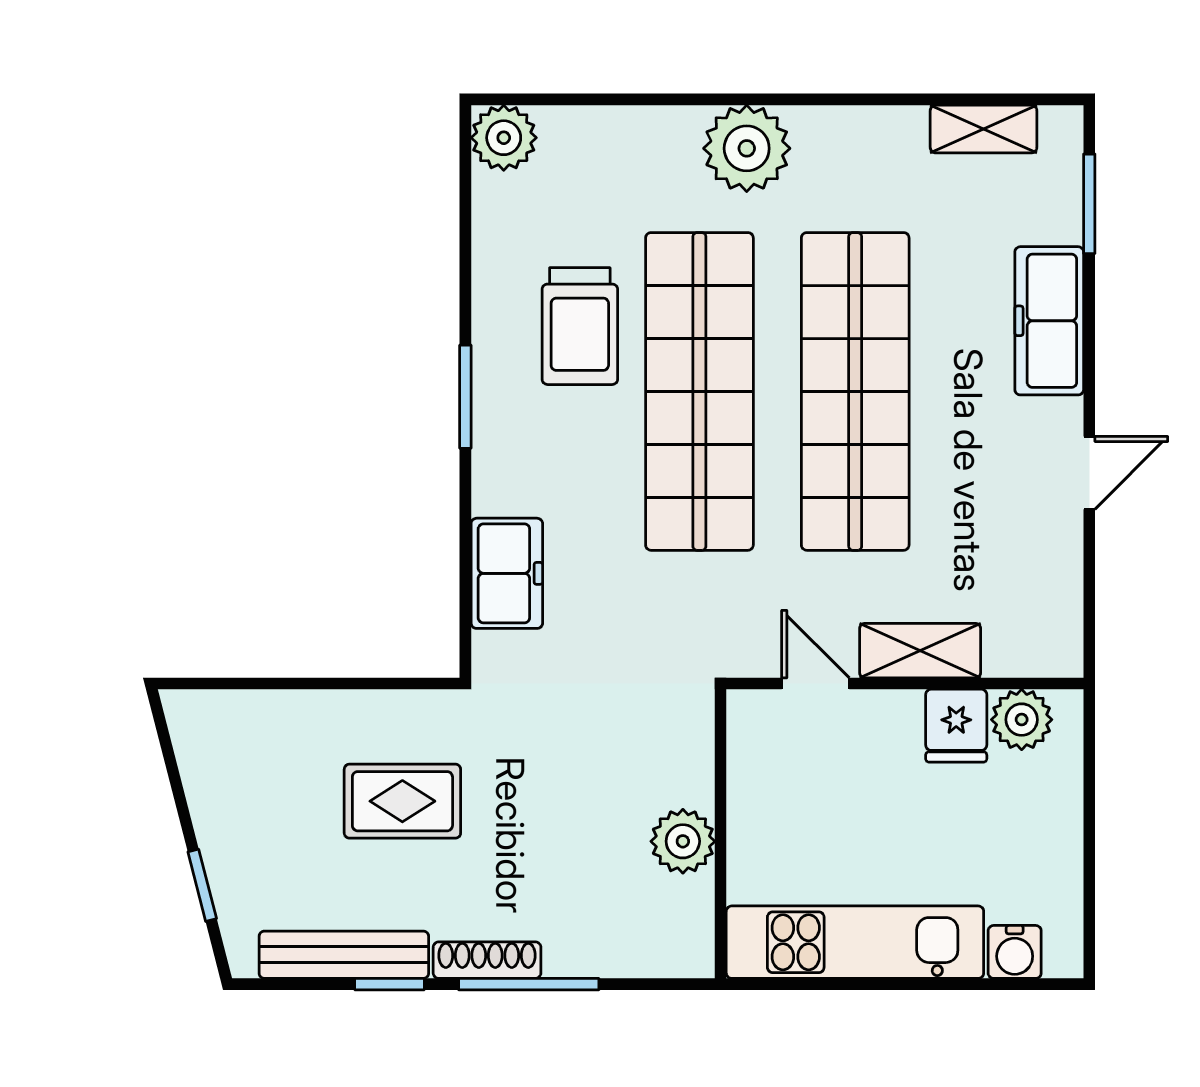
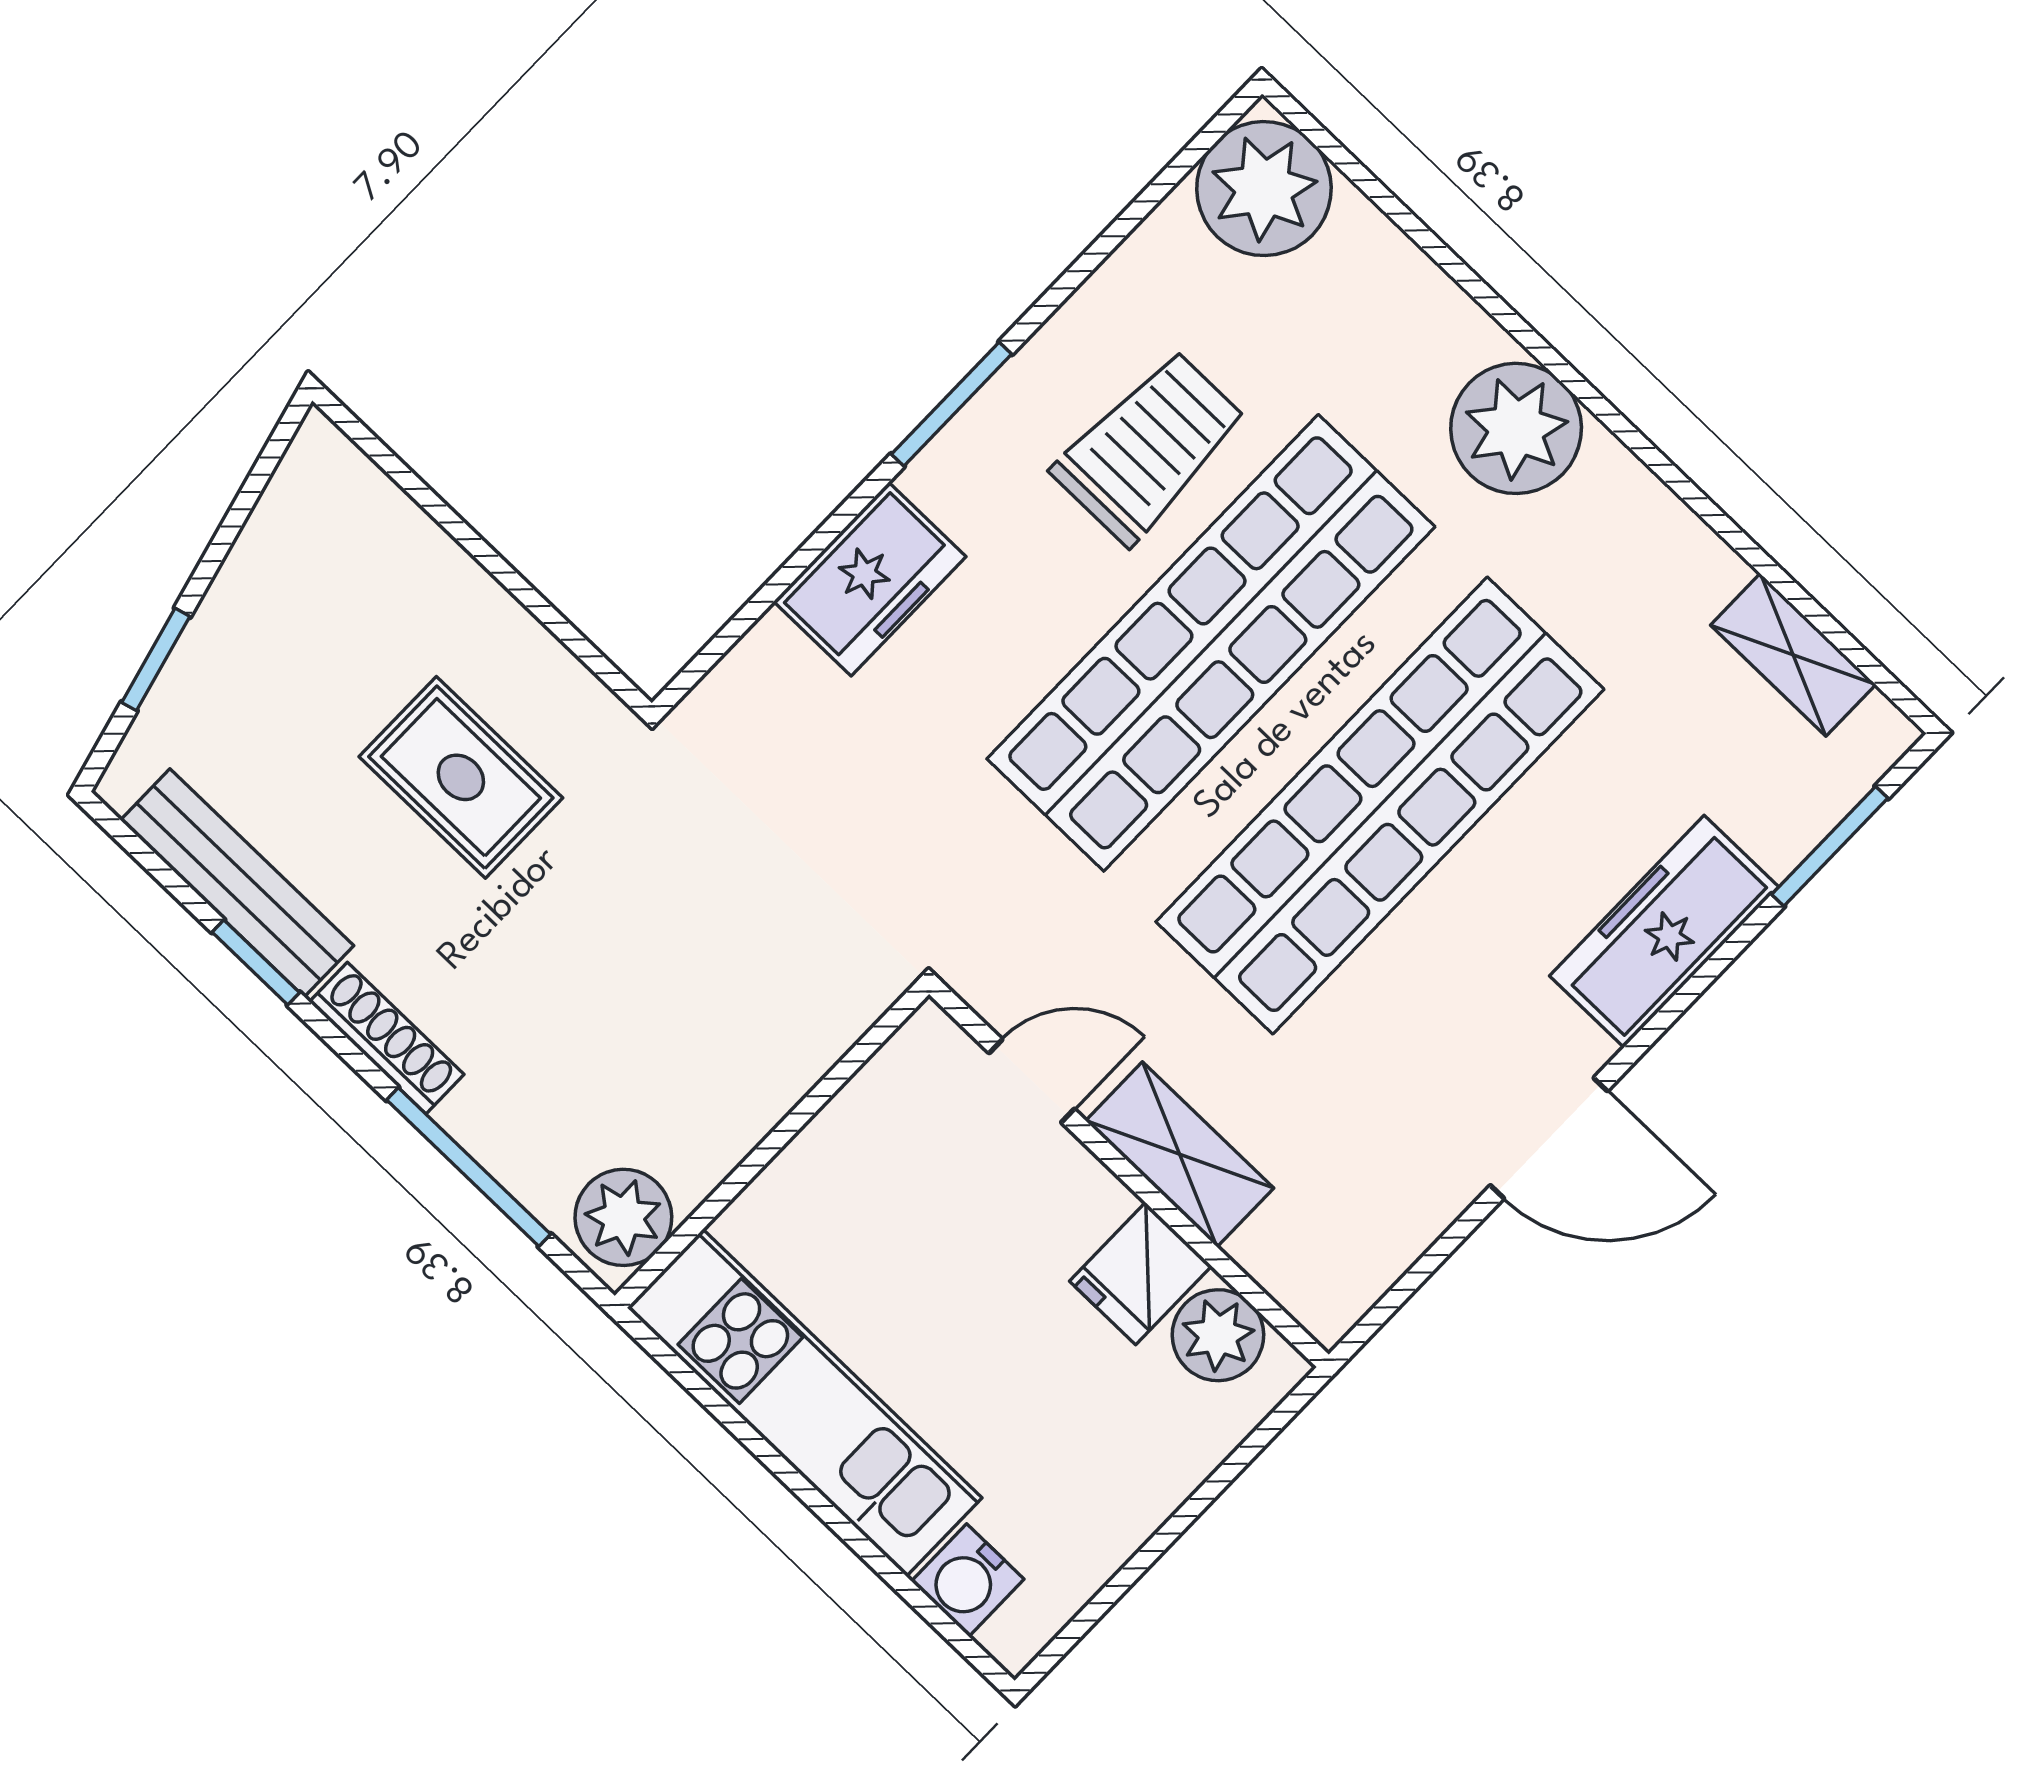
plant: (504, 138) -> (1264, 189), width x1.36, depth x1.36
trolley: (580, 326) -> (1149, 447), turned 180
door: (1089, 473) -> (1549, 1138), width x1.37
freezer: (507, 573) -> (870, 579), moved
door: (815, 684) -> (1032, 1081), hinge flipped
plant: (683, 841) -> (623, 1217), moved
window: (529, 984) -> (469, 1167), moved

